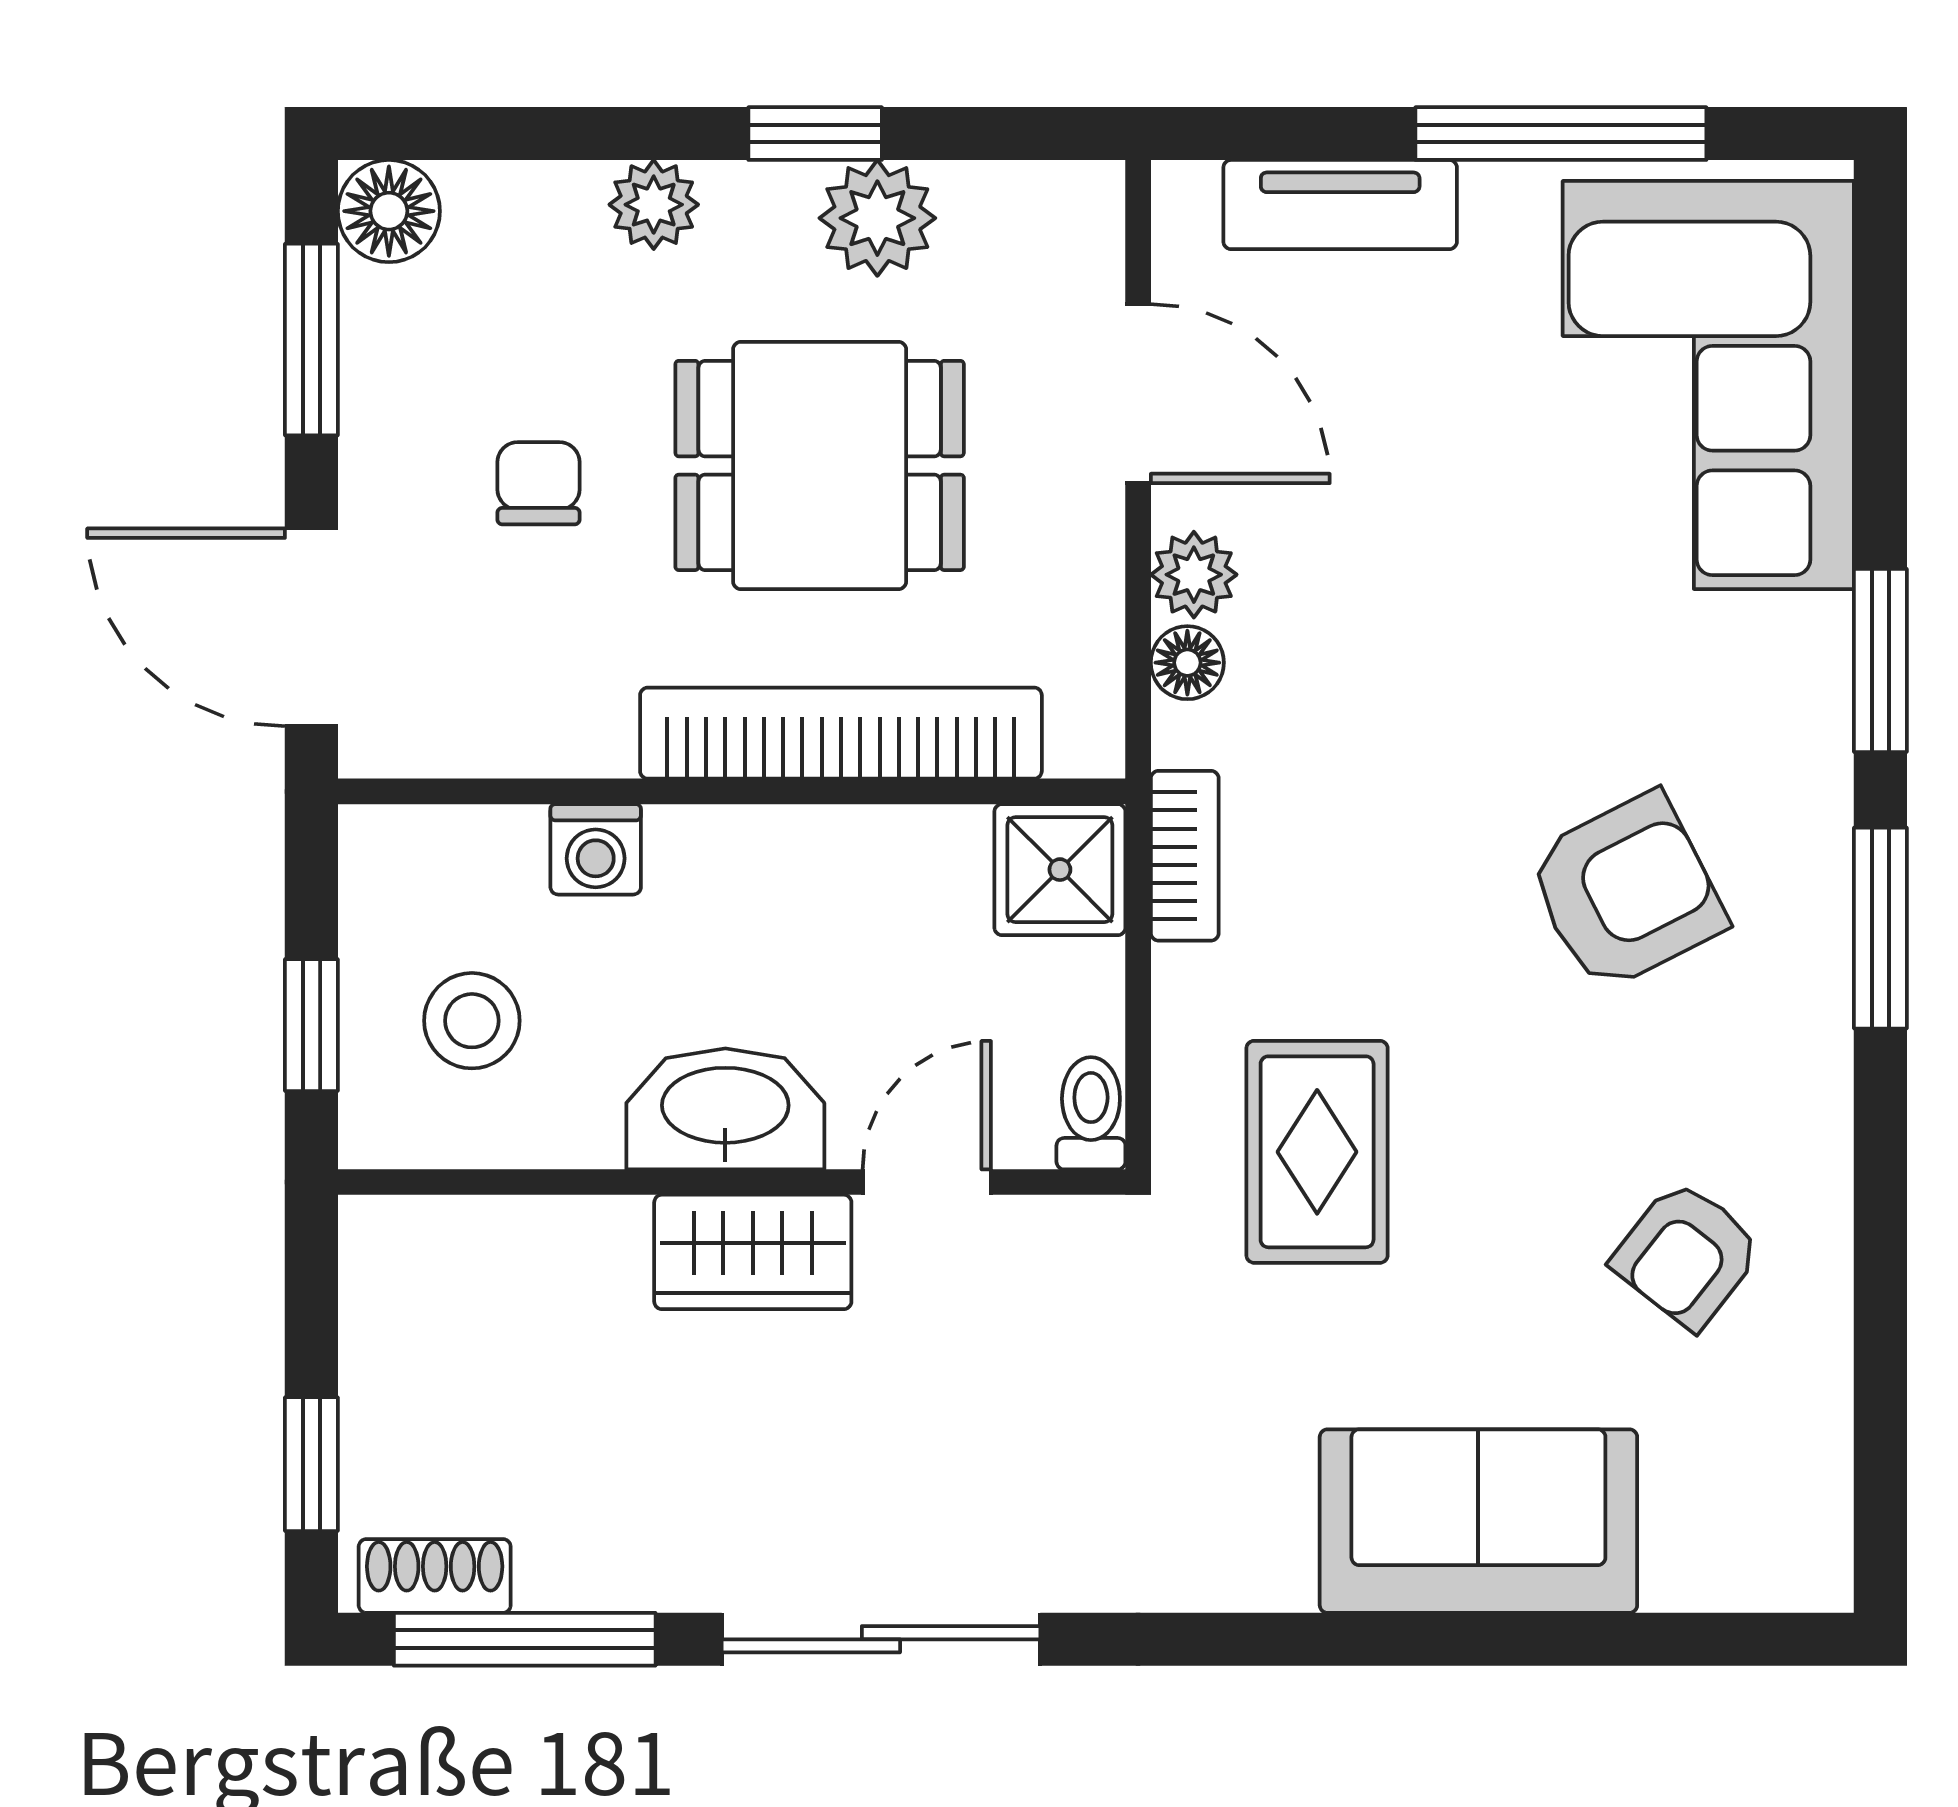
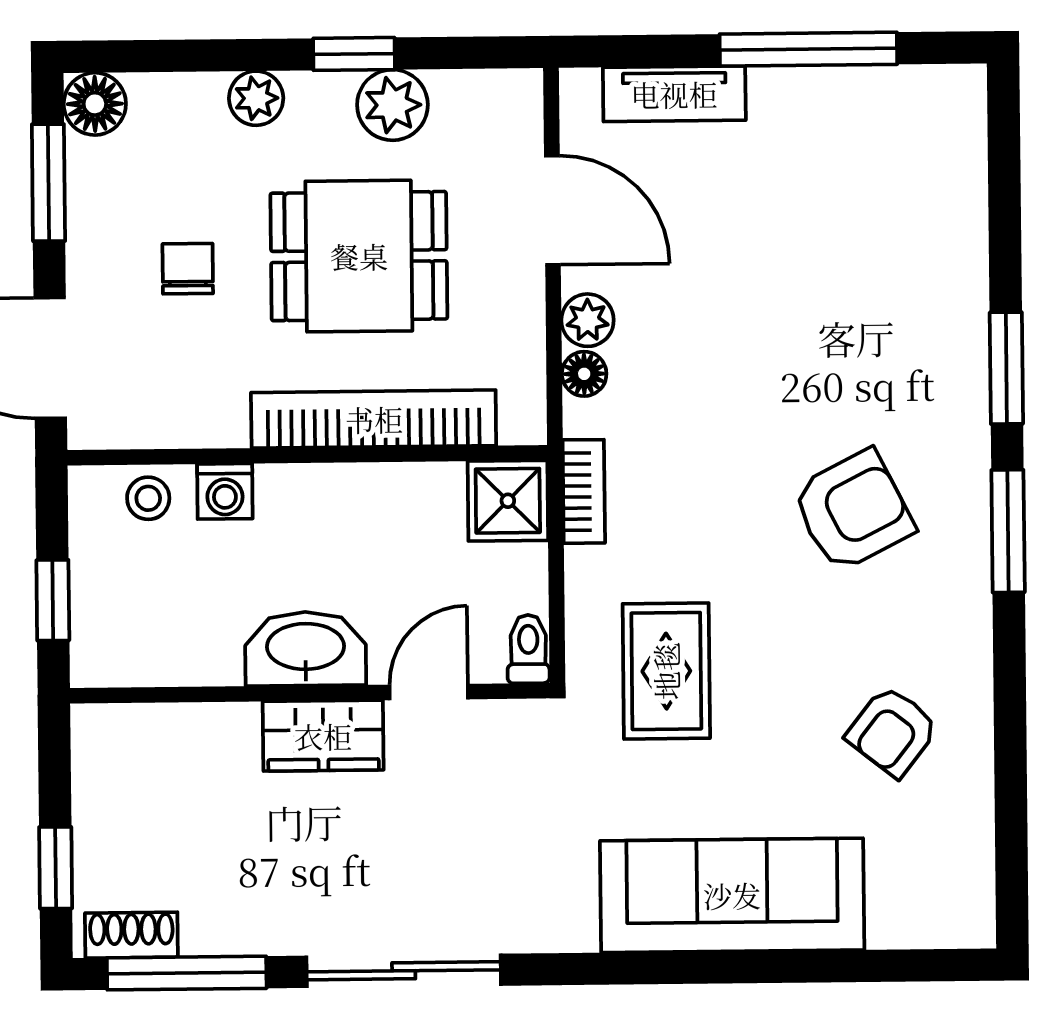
corner sofa: (1708, 385) -> (900, 201), removed
stool: (472, 1021) -> (148, 498), moved, width x0.73, depth x0.73
sofa: (1478, 1521) -> (732, 895), width x1.36

